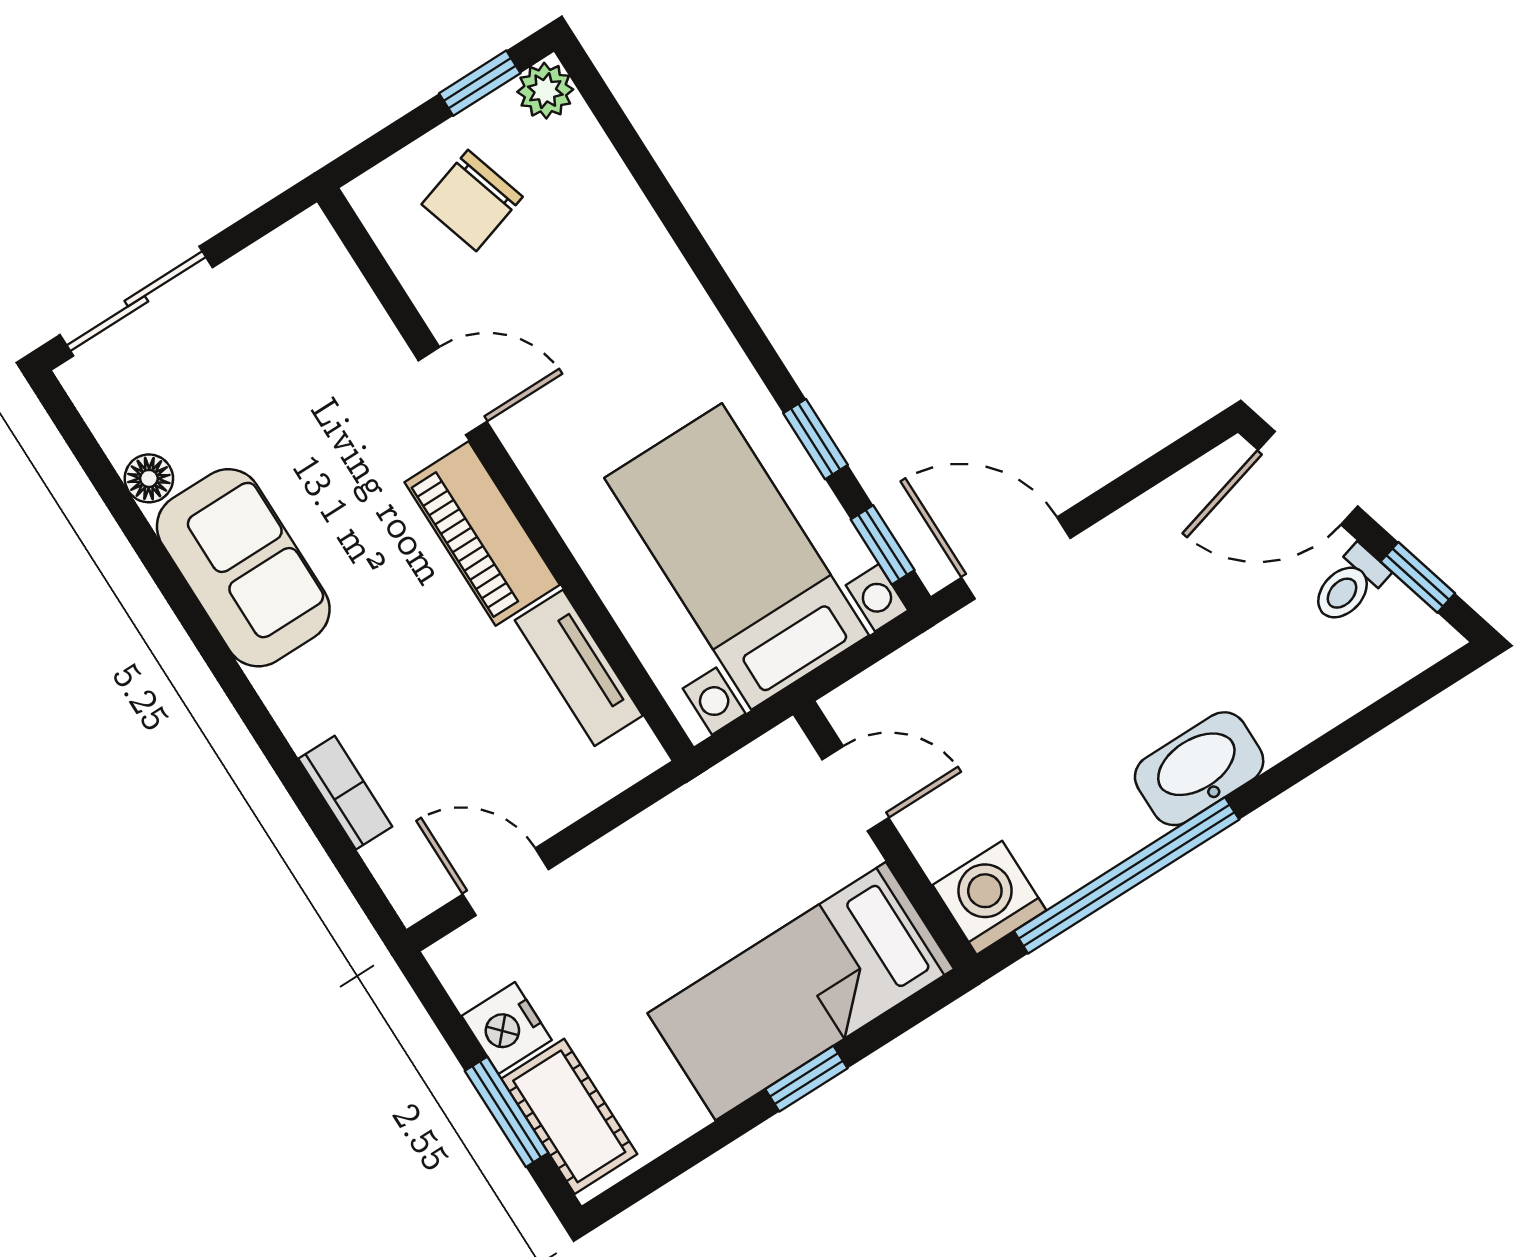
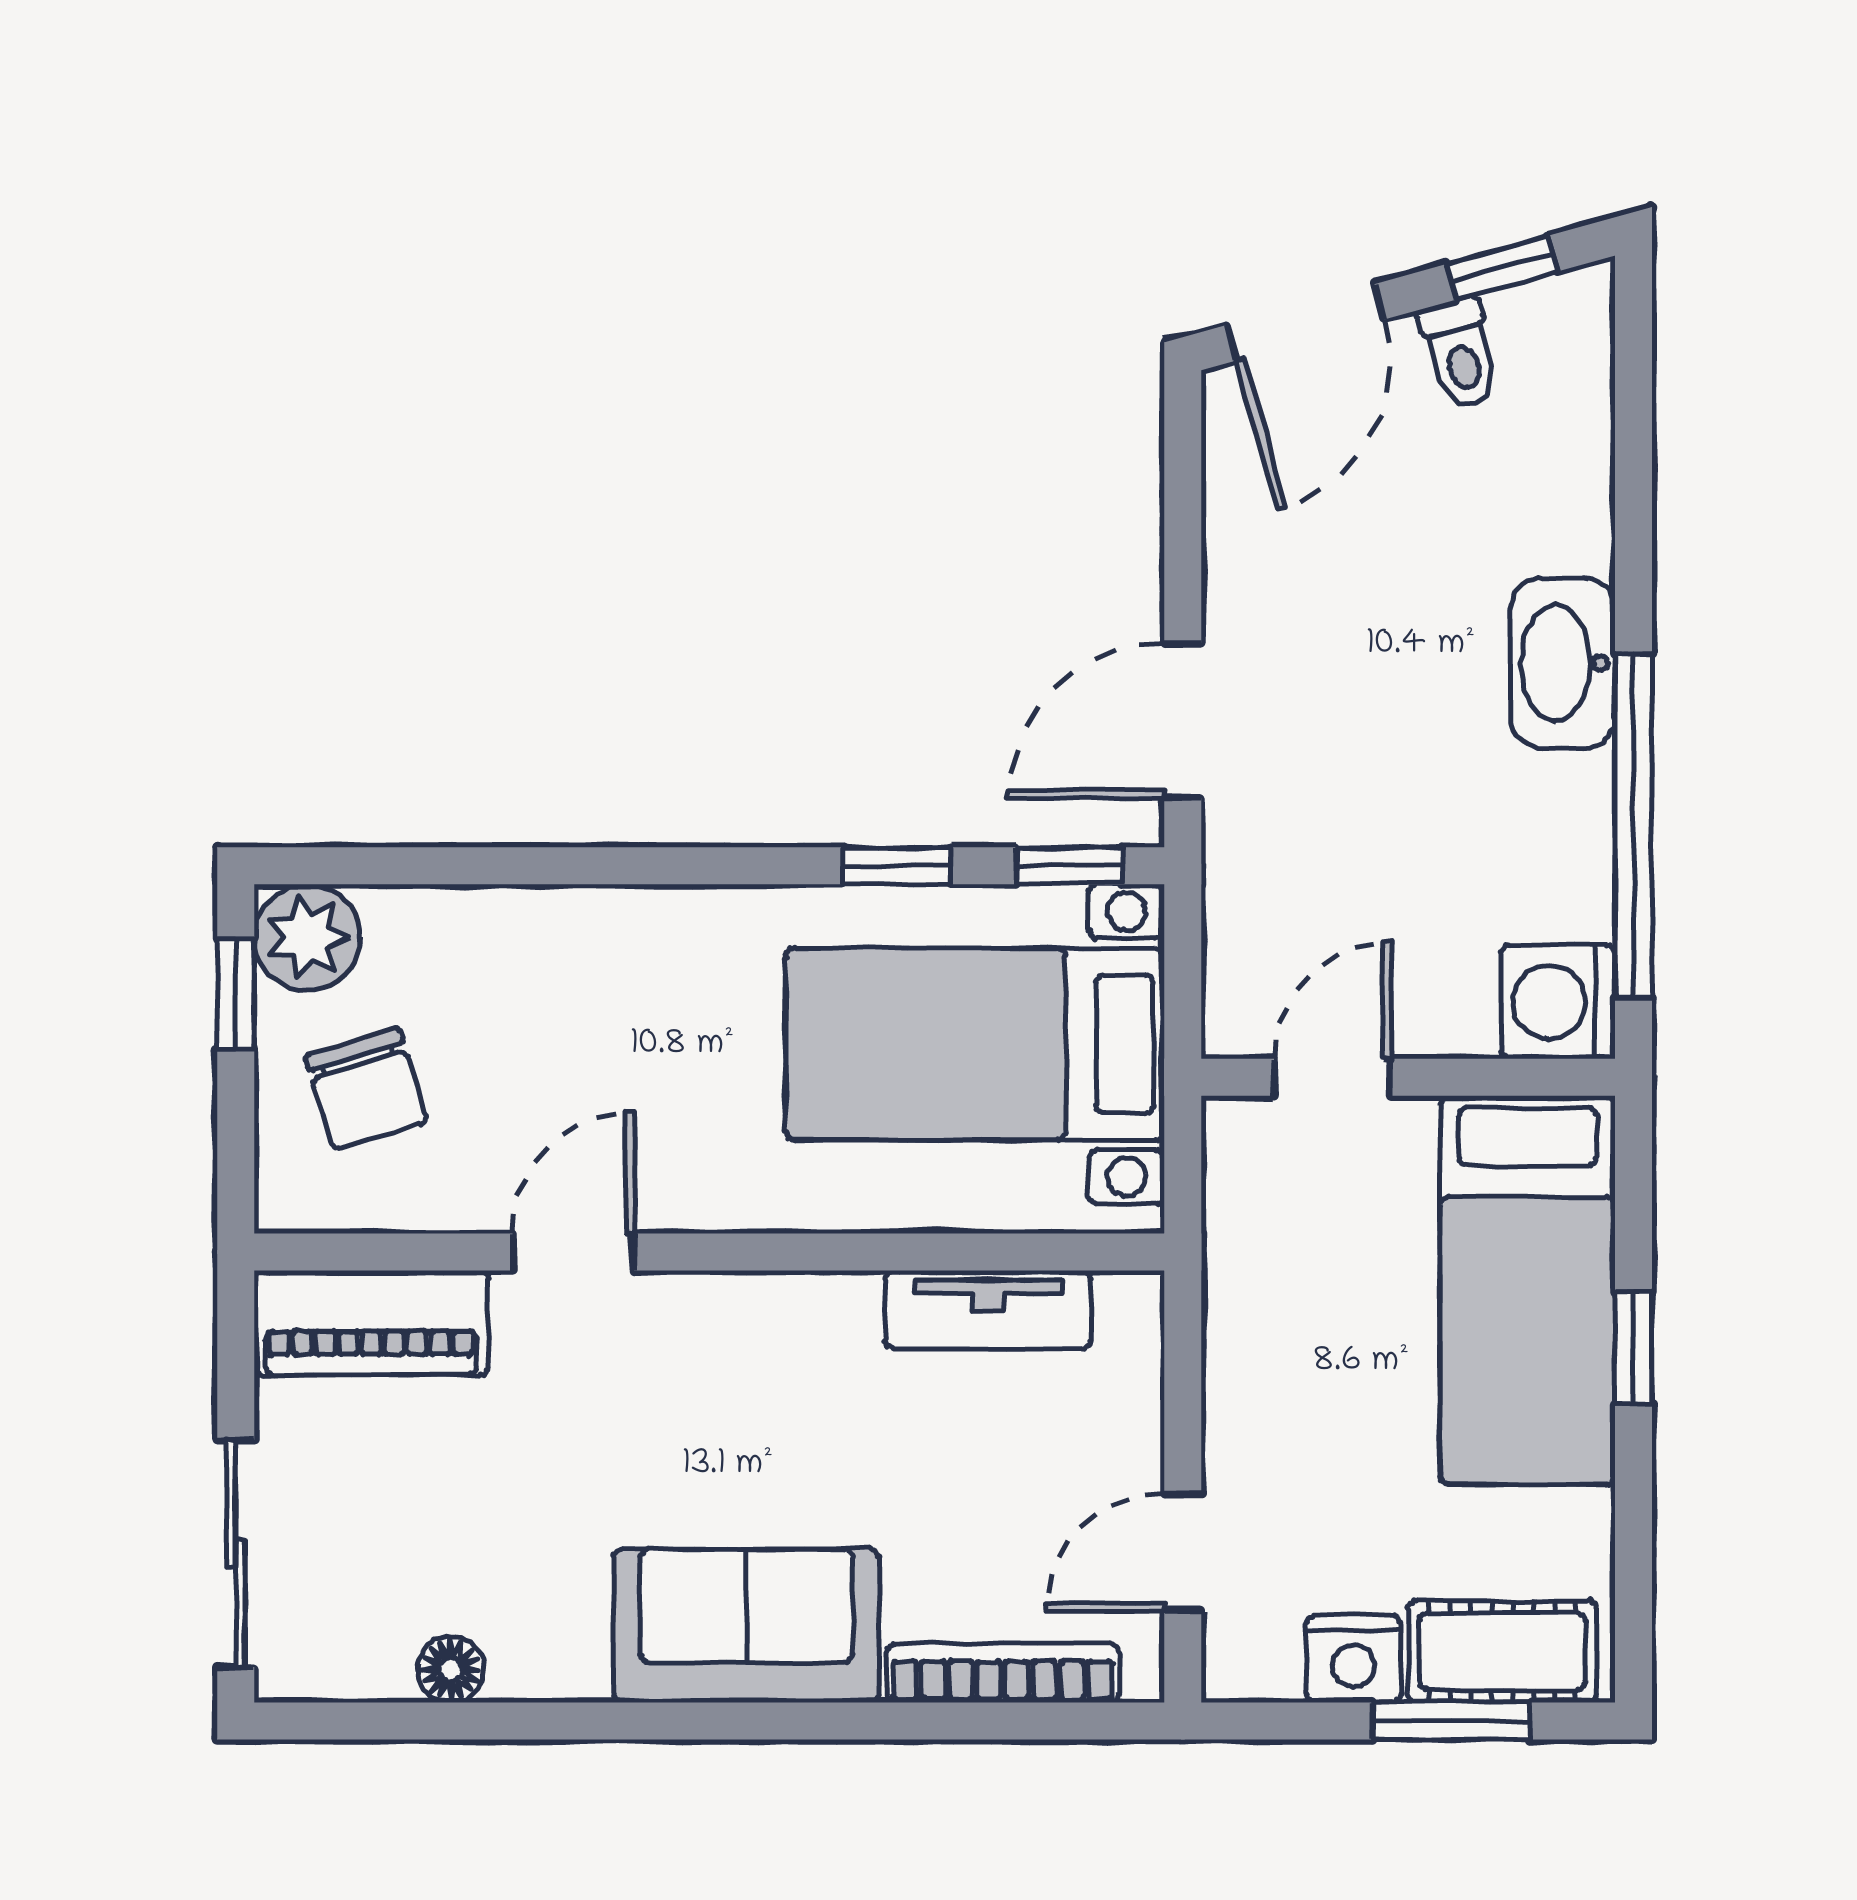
plant: (545, 91) -> (307, 937), width x1.38, depth x1.38
piano: (482, 533) -> (371, 1323), moved
sofa: (243, 568) -> (746, 1626), moved
bookcase: (345, 793) -> (1003, 1673), width x1.56

